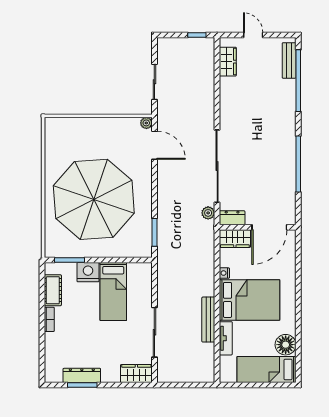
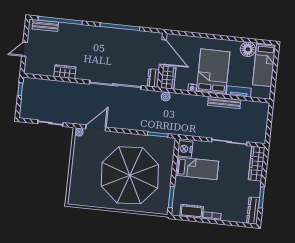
wardrobe: (228, 62) -> (65, 72), moved
plant: (208, 213) -> (166, 97), moved
nightstand: (88, 272) -> (185, 149), moved
wardrobe: (136, 374) -> (257, 164), width x1.50
dresser: (82, 375) -> (253, 210), moved

